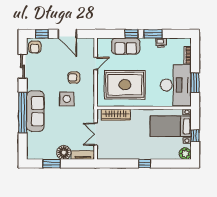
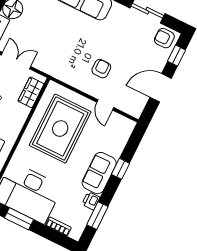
window: (153, 34) -> (97, 216), moved
sofa: (126, 46) -> (99, 173), moved
side table: (67, 99) -> (79, 46), removed
wardrobe: (116, 115) -> (31, 92), width x0.67

